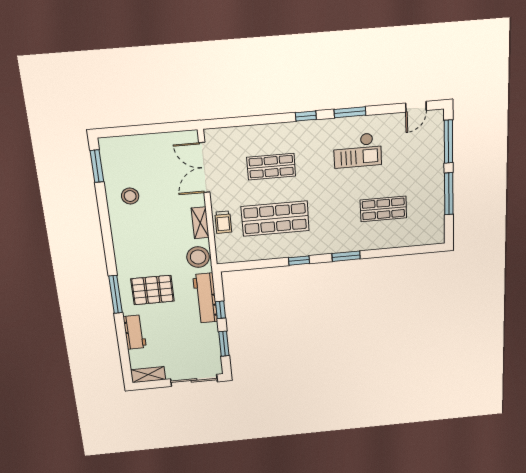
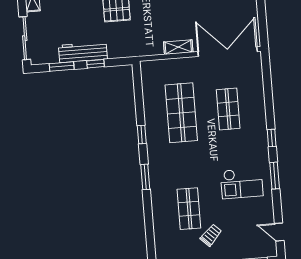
checkout: (358, 150) -> (242, 183), turned -90
double door: (204, 168) -> (228, 52), width x1.36
trolley: (223, 222) -> (211, 235), moved, turned 134
stool: (198, 257) -> (147, 45), removed
workbench: (205, 298) -> (83, 52), moved

